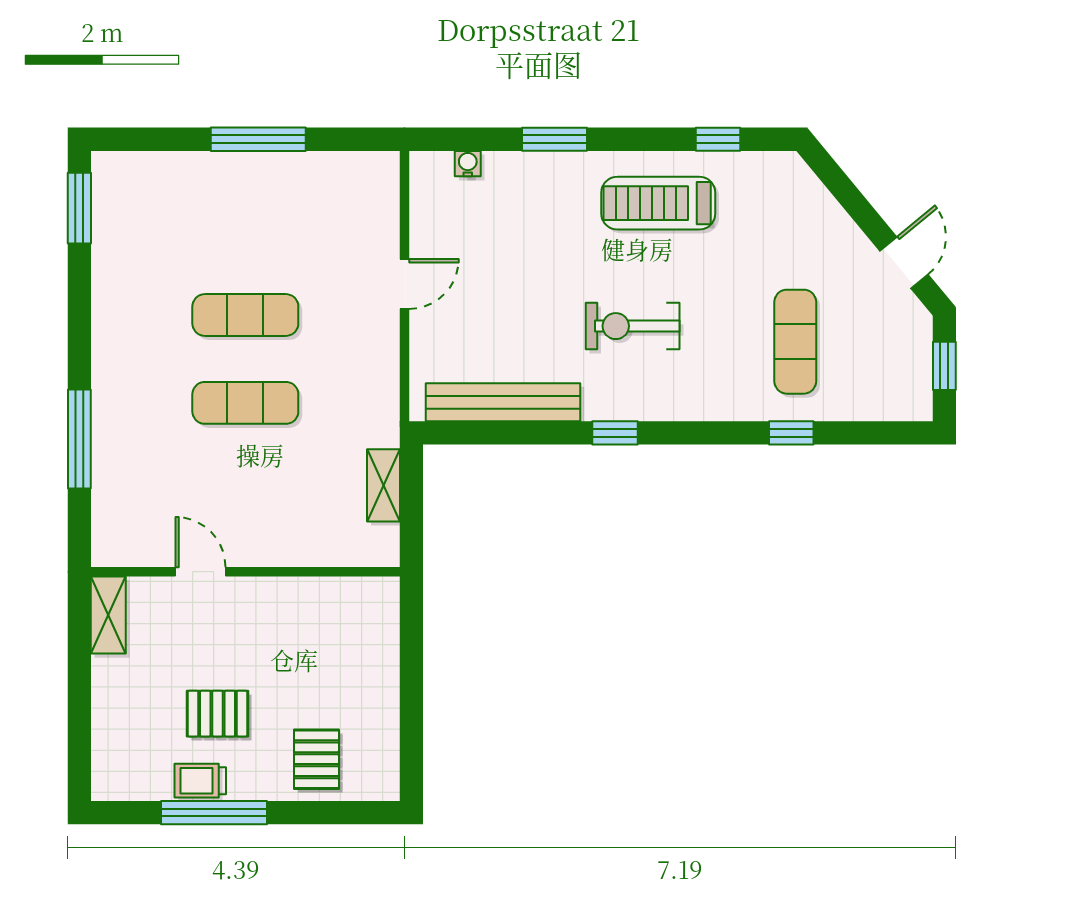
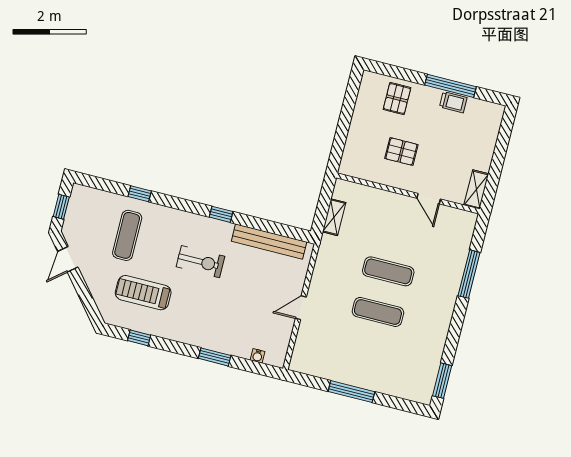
treadmill: (658, 203) -> (143, 293), moved, turned 180
pallet: (217, 714) -> (401, 152), moved

